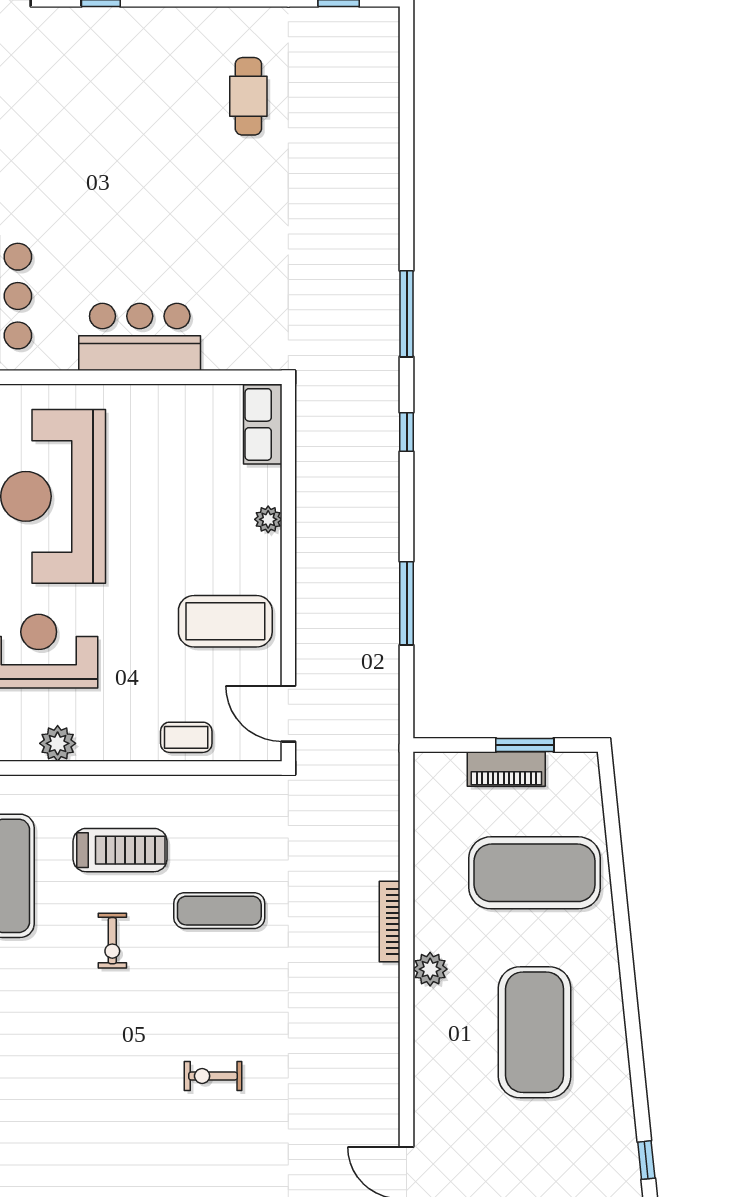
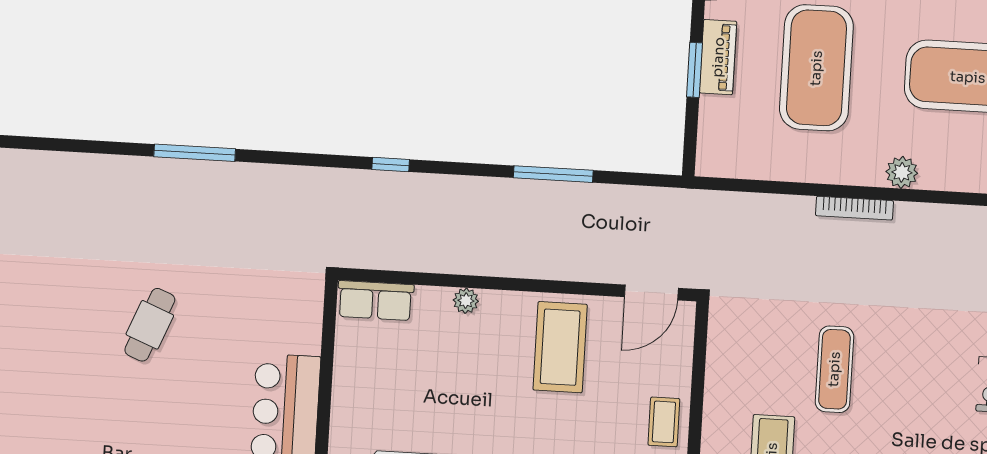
cafe table: (248, 96) -> (150, 325), moved, turned -68
window: (407, 314) -> (195, 153), moved
coffee table: (186, 737) -> (664, 422), moved
piano: (506, 769) -> (718, 57), moved

